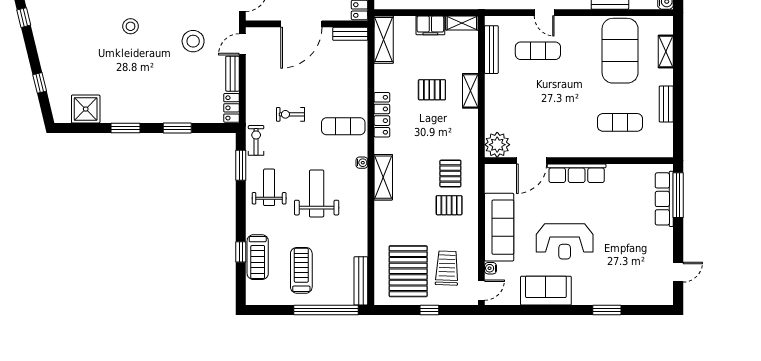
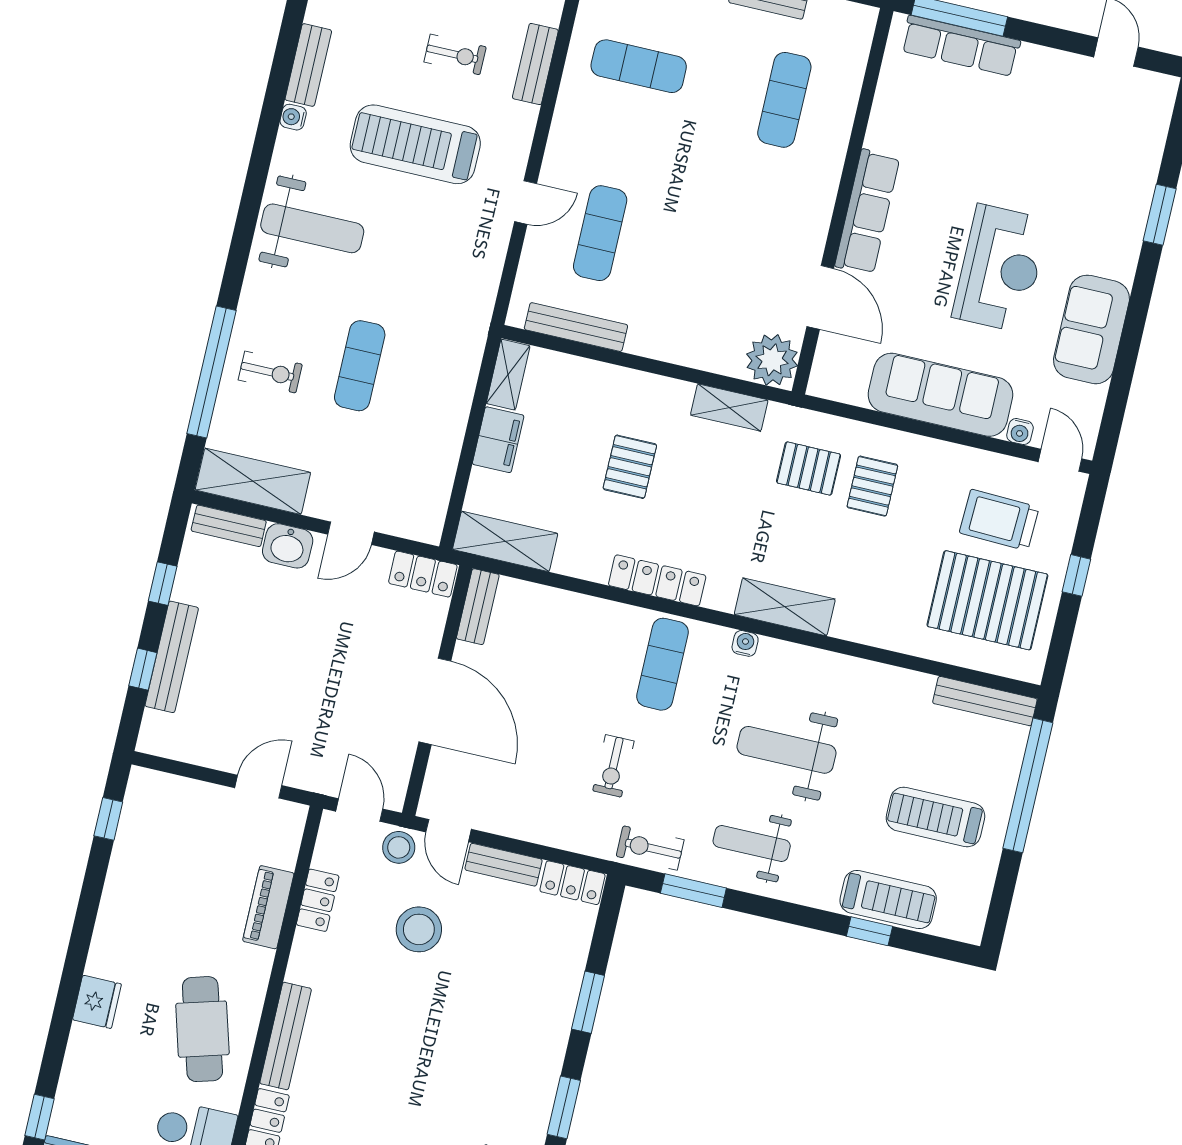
stool: (131, 26) -> (399, 847), moved
exercise mat: (620, 51) -> (639, 66), width x0.50, depth x0.69
shelving: (470, 91) -> (729, 408), moved

